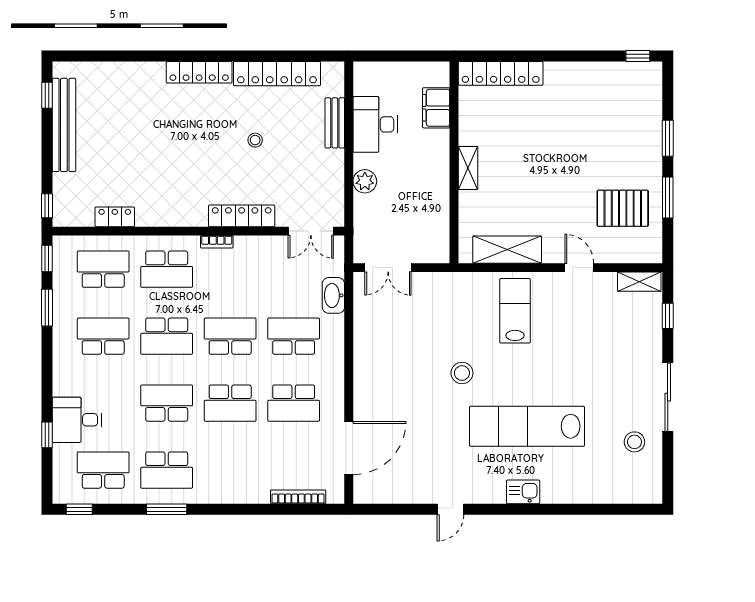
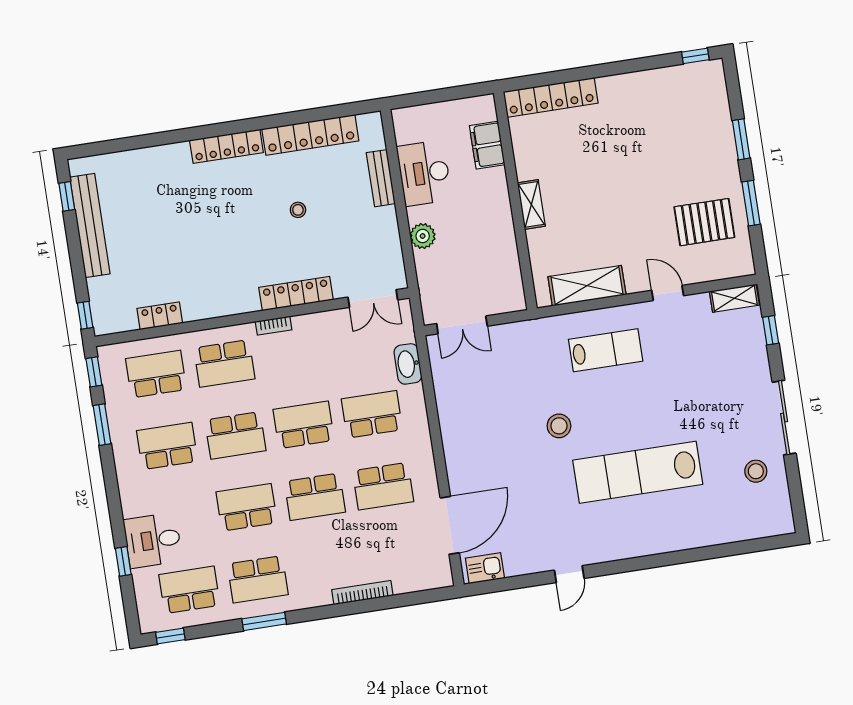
lab bench: (515, 311) -> (606, 350), turned 90
kitchen sink: (523, 492) -> (485, 568), moved
bookcase: (298, 497) -> (362, 593), moved

